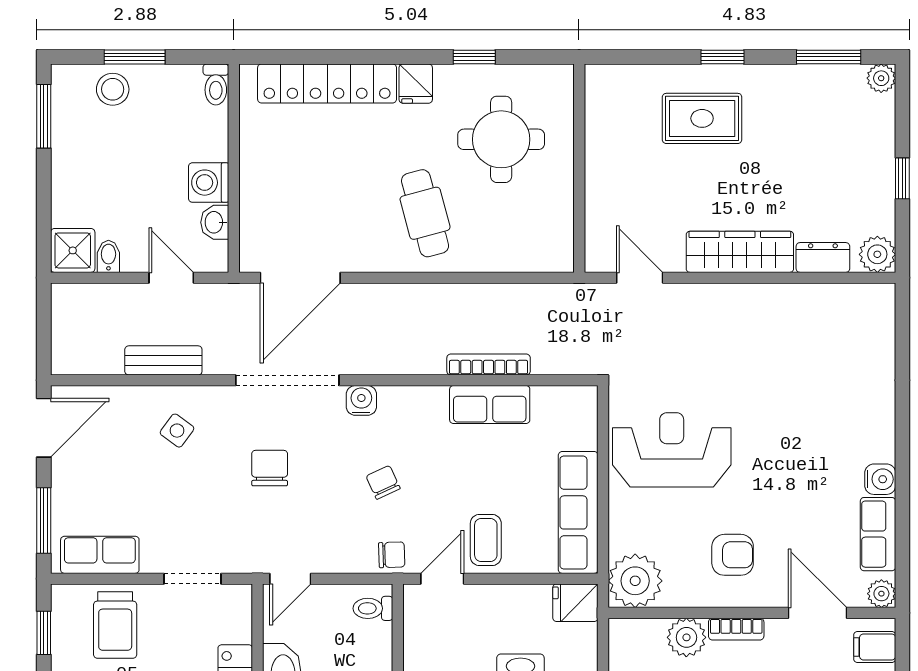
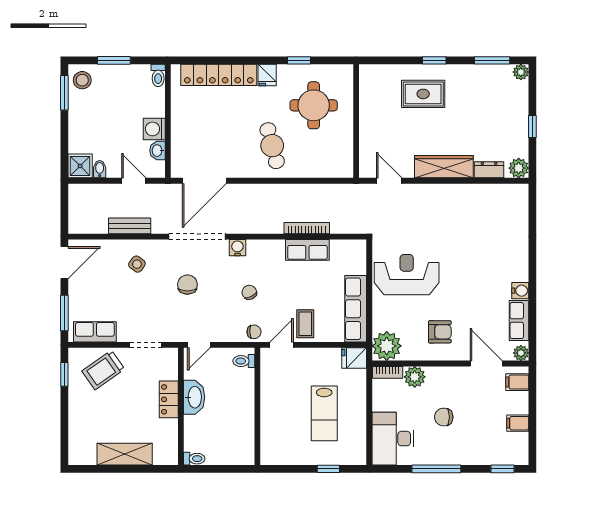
stool: (113, 89) -> (82, 80), moved
trolley: (115, 625) -> (103, 370), turned 55
bookcase: (736, 629) -> (388, 372), moved

